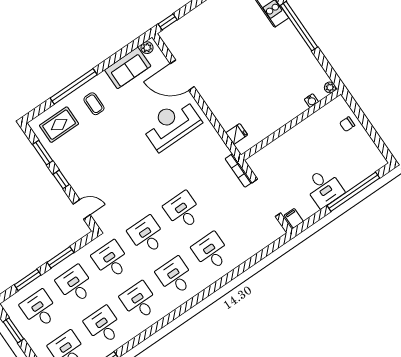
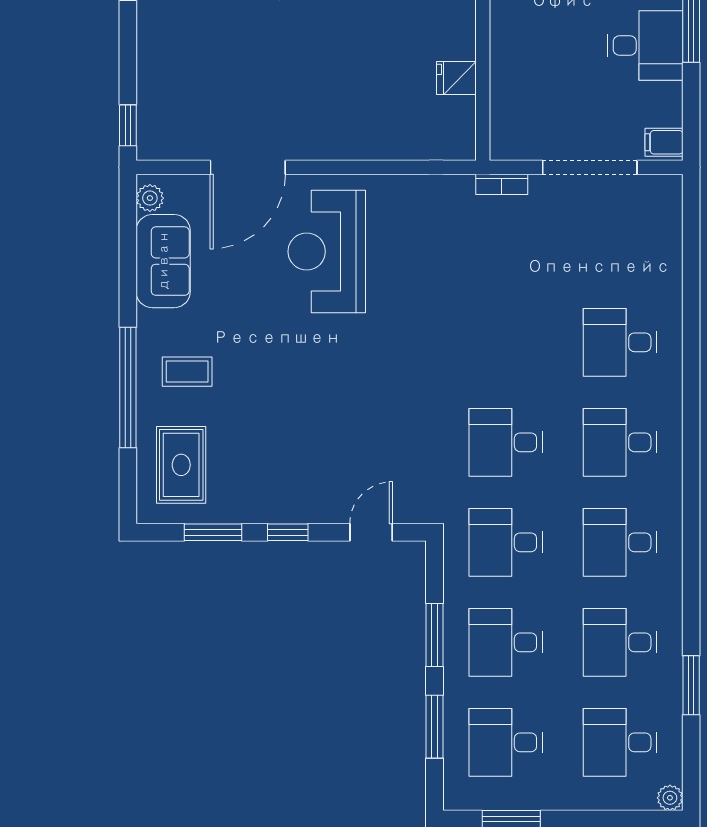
fridge: (237, 134) -> (456, 78), moved, turned -90
bookcase: (239, 170) -> (502, 184), width x0.64
desk: (183, 211) -> (506, 342), removed

